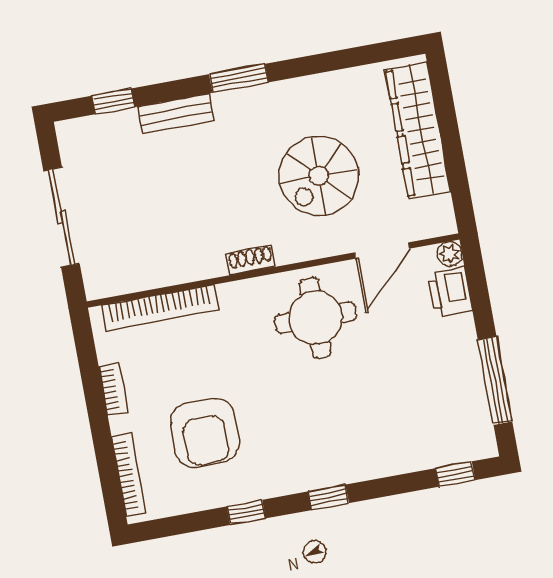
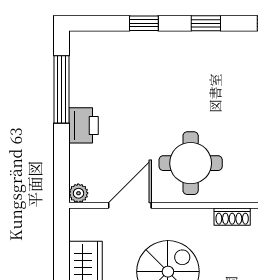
printer: (450, 292) -> (83, 125), moved
window: (455, 474) -> (144, 23), moved

